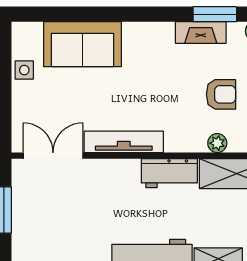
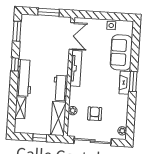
window: (215, 14) -> (133, 81), moved
fireplace: (201, 32) -> (125, 83), moved
armchair: (221, 94) -> (95, 114), turned 180

